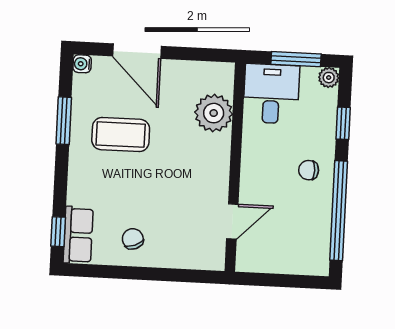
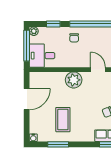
door: (137, 51) -> (27, 99), moved
window: (296, 59) -> (27, 46), width x1.44
plant: (214, 113) -> (74, 80), moved

